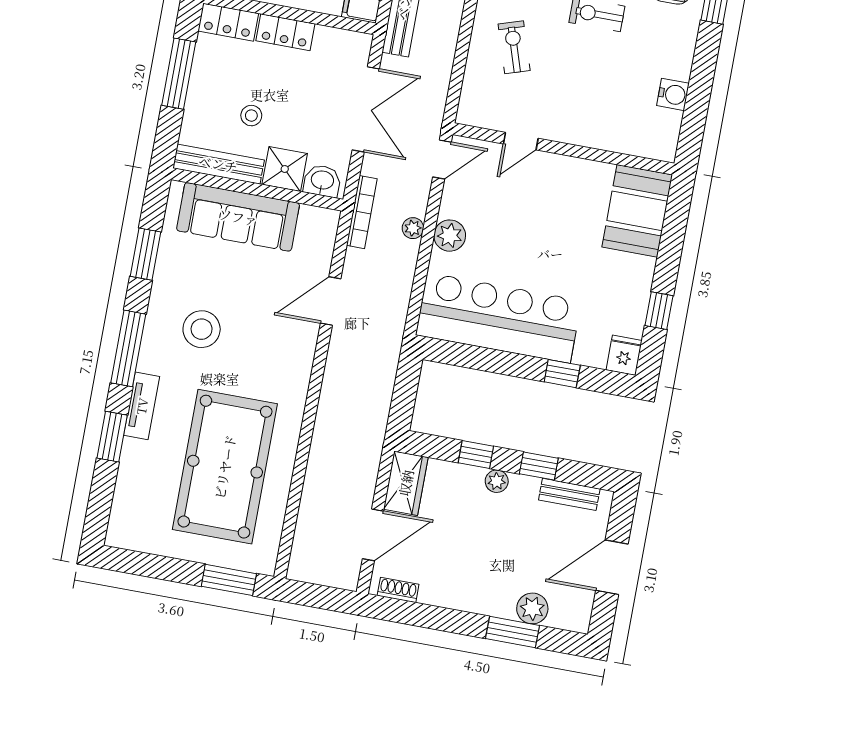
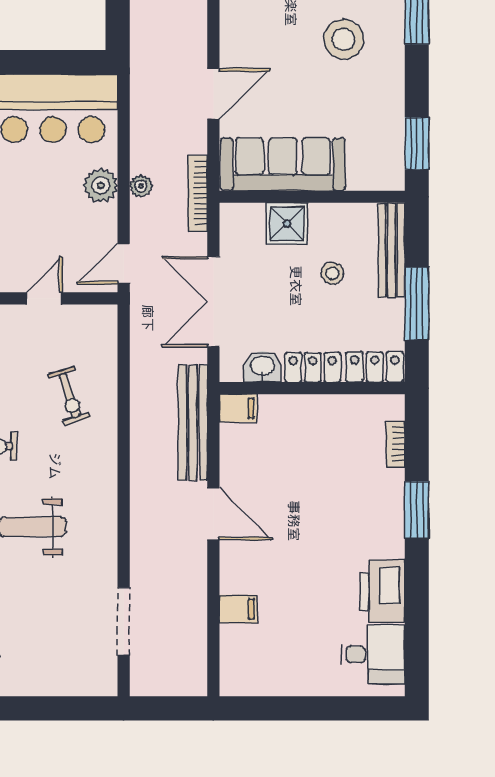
bench: (218, 164) -> (392, 250), moved, turned 90
washbasin: (322, 181) -> (262, 367), moved, turned 180
sofa: (238, 217) -> (283, 164), moved
window: (146, 254) -> (417, 143), moved

